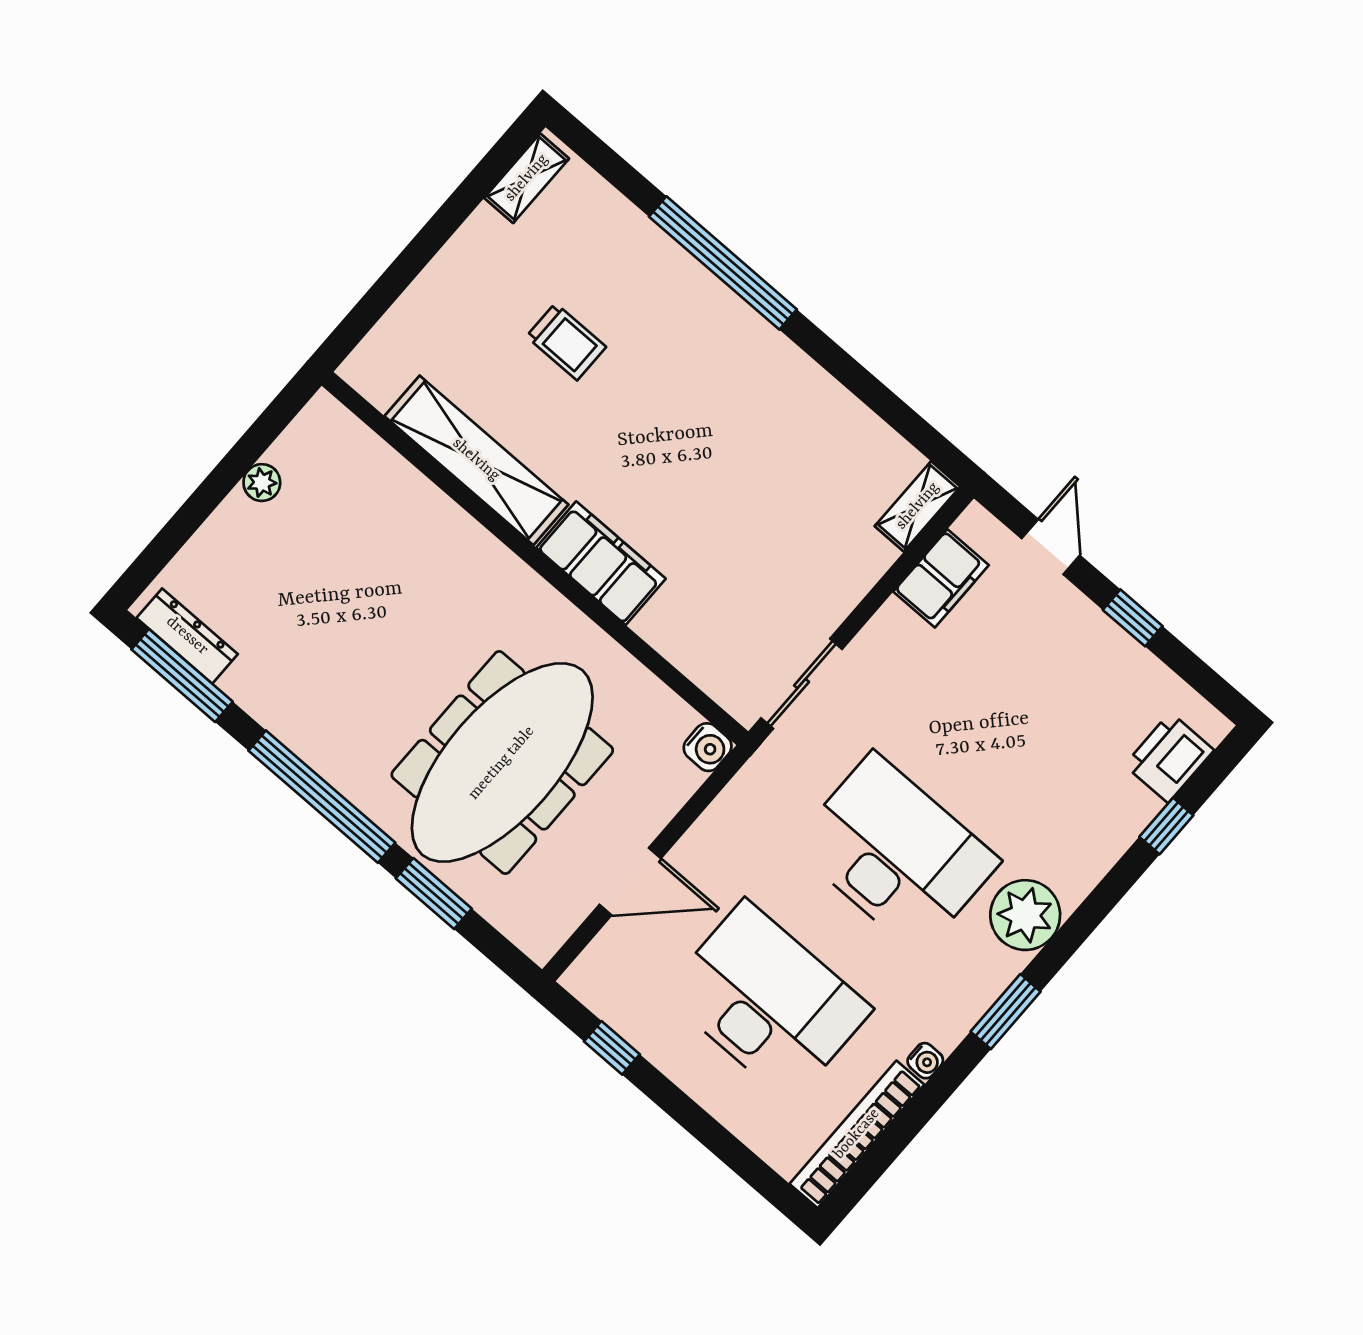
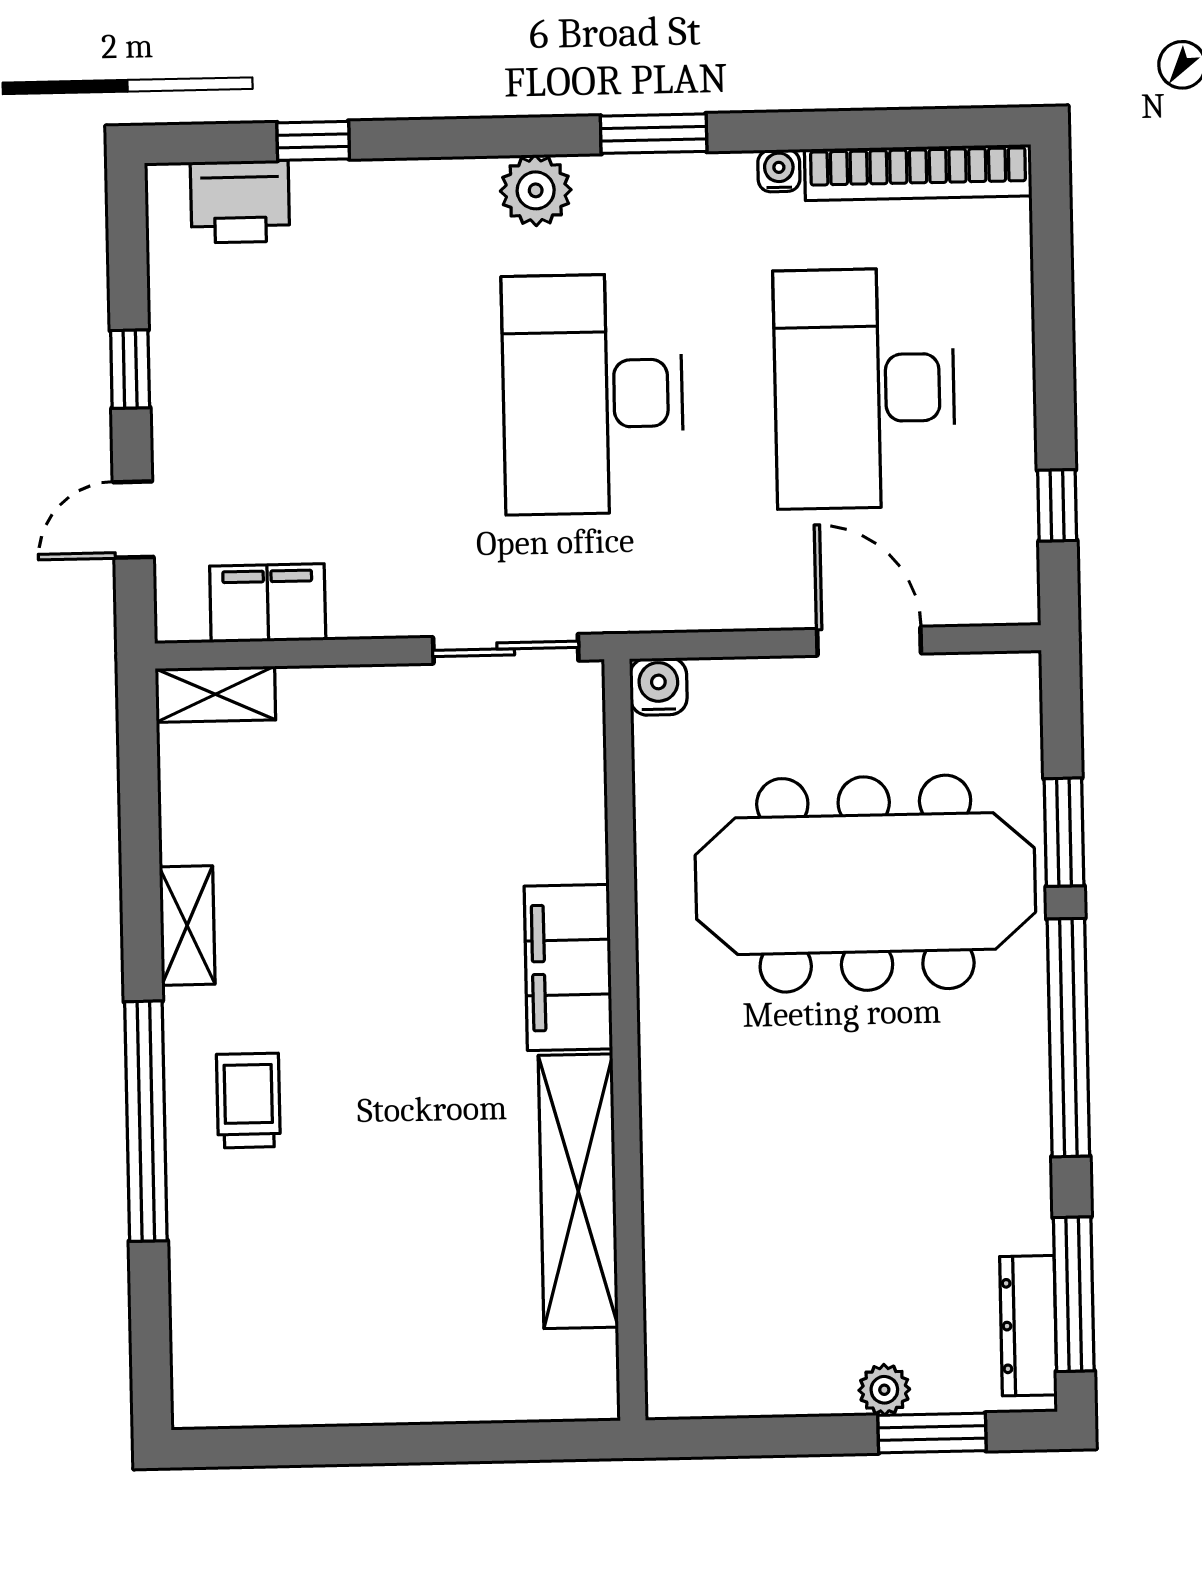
shelving: (527, 178) -> (187, 926), moved, turned 90
trolley: (566, 342) -> (248, 1100), moved
plant: (262, 483) -> (884, 1390), moved
window: (176, 533) -> (932, 1433), added
plant: (1025, 915) -> (536, 190), width x0.73, depth x0.73

